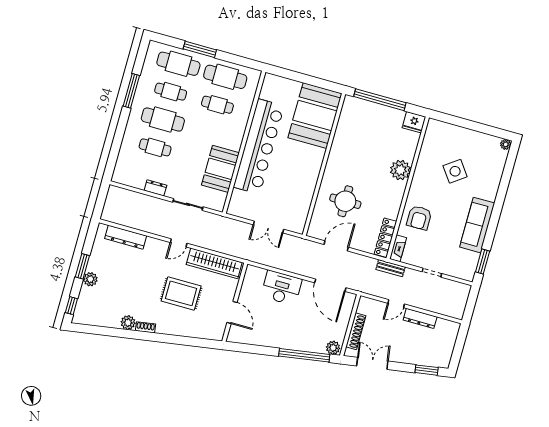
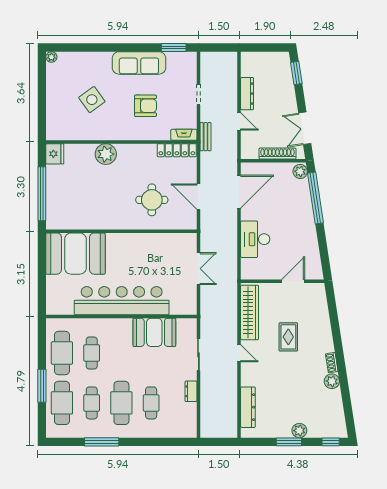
armchair: (419, 218) -> (145, 106), moved
rug: (181, 293) -> (288, 337), width x0.73, depth x0.70

